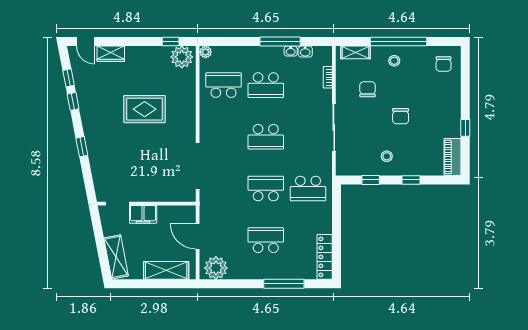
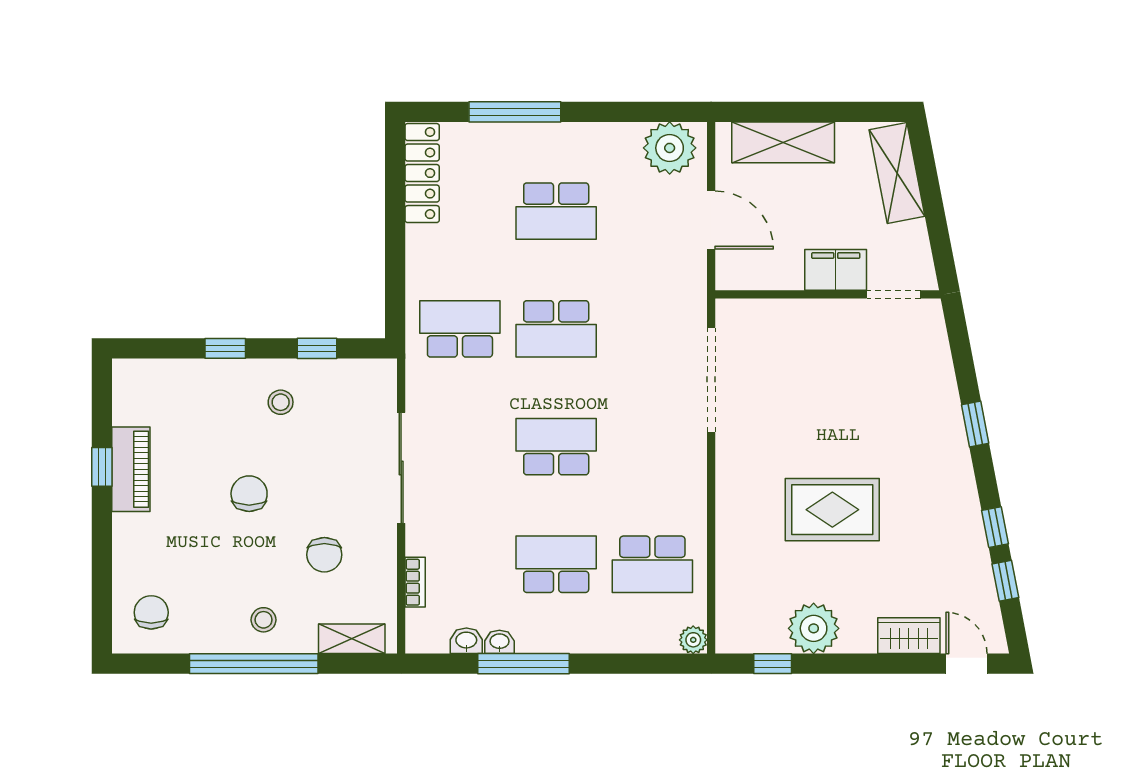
plant: (182, 57) -> (814, 628), moved
piano: (452, 157) -> (131, 469), moved

